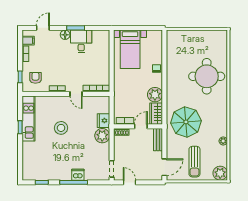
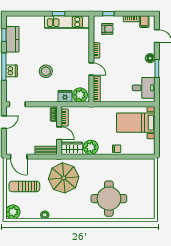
desk: (81, 41) -> (144, 88), moved
door: (76, 94) -> (91, 69), swing flipped
stool: (61, 128) -> (46, 71), moved
plant: (102, 136) -> (80, 95), moved
kitchen counter: (46, 174) -> (12, 39), added

